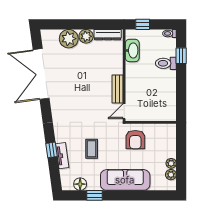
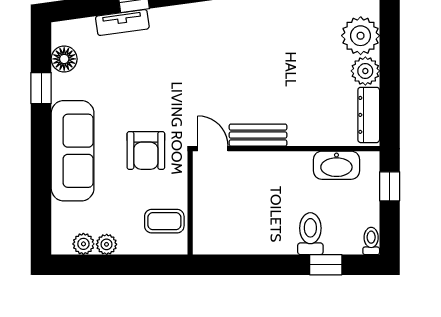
armchair: (135, 140) -> (146, 151), moved, turned -90
coffee table: (92, 149) -> (164, 221), moved

